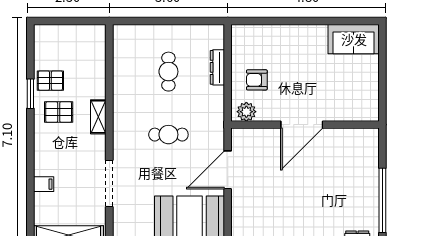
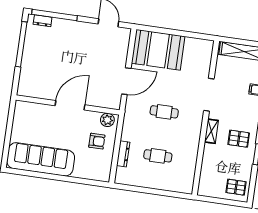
sofa: (354, 39) -> (41, 159), width x1.85, depth x1.27
cafe table: (168, 72) -> (158, 156), turned 90
pallet: (50, 81) -> (236, 187), moved
doorway: (109, 183) -> (209, 95), moved

